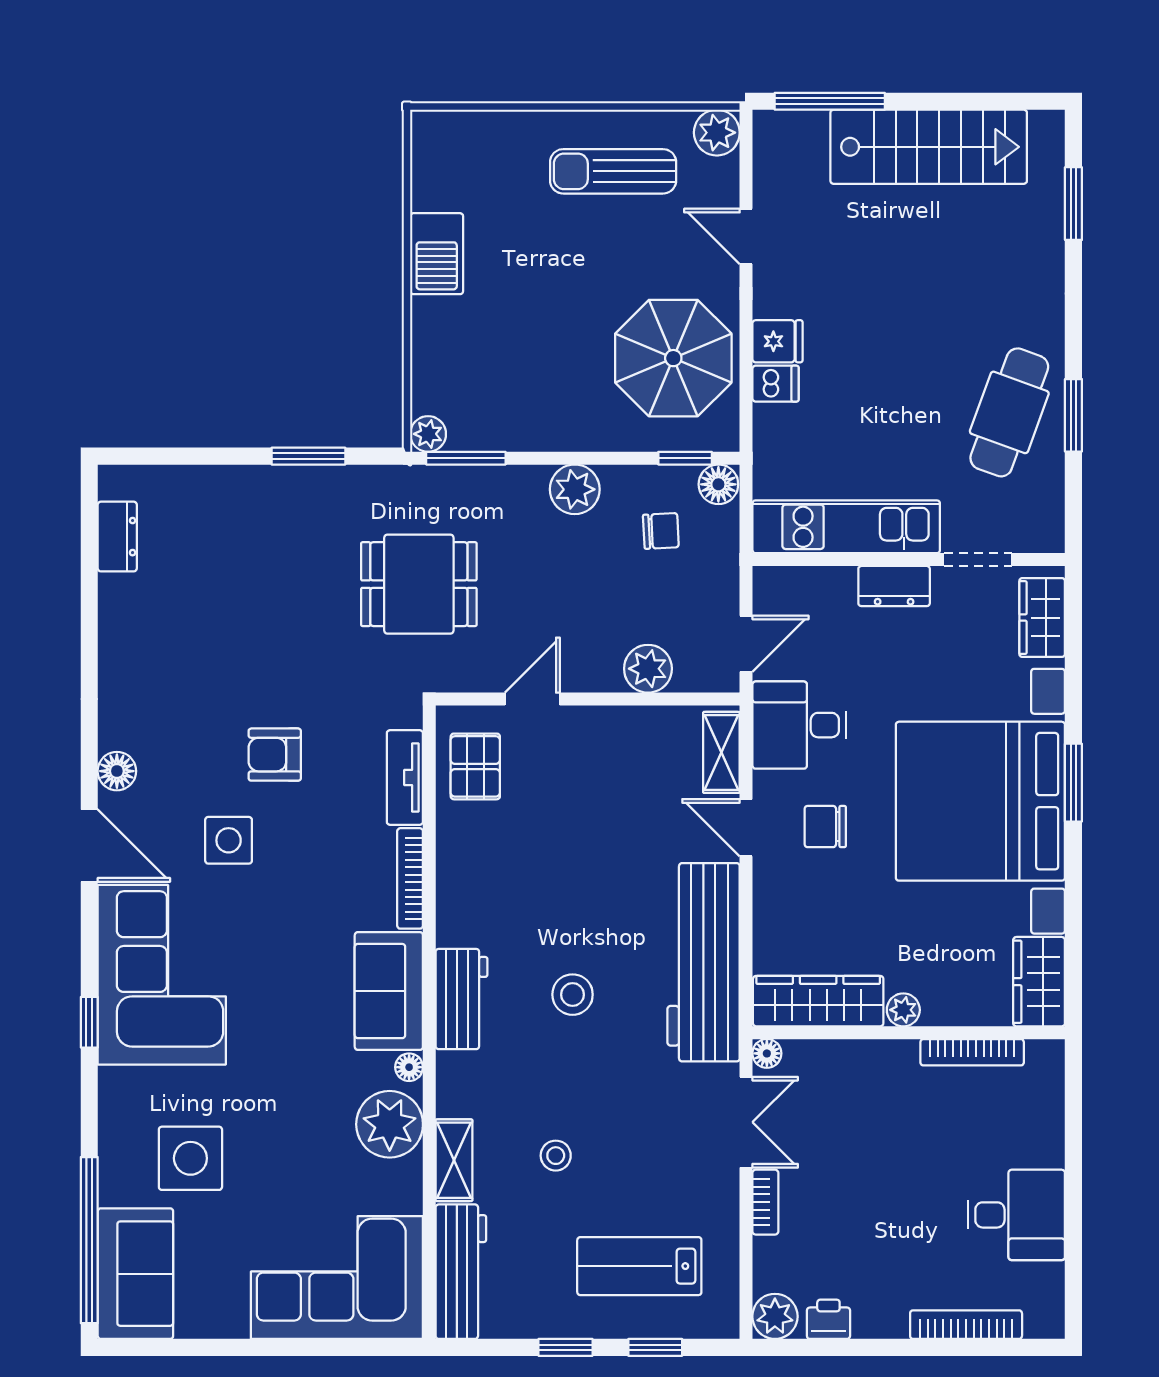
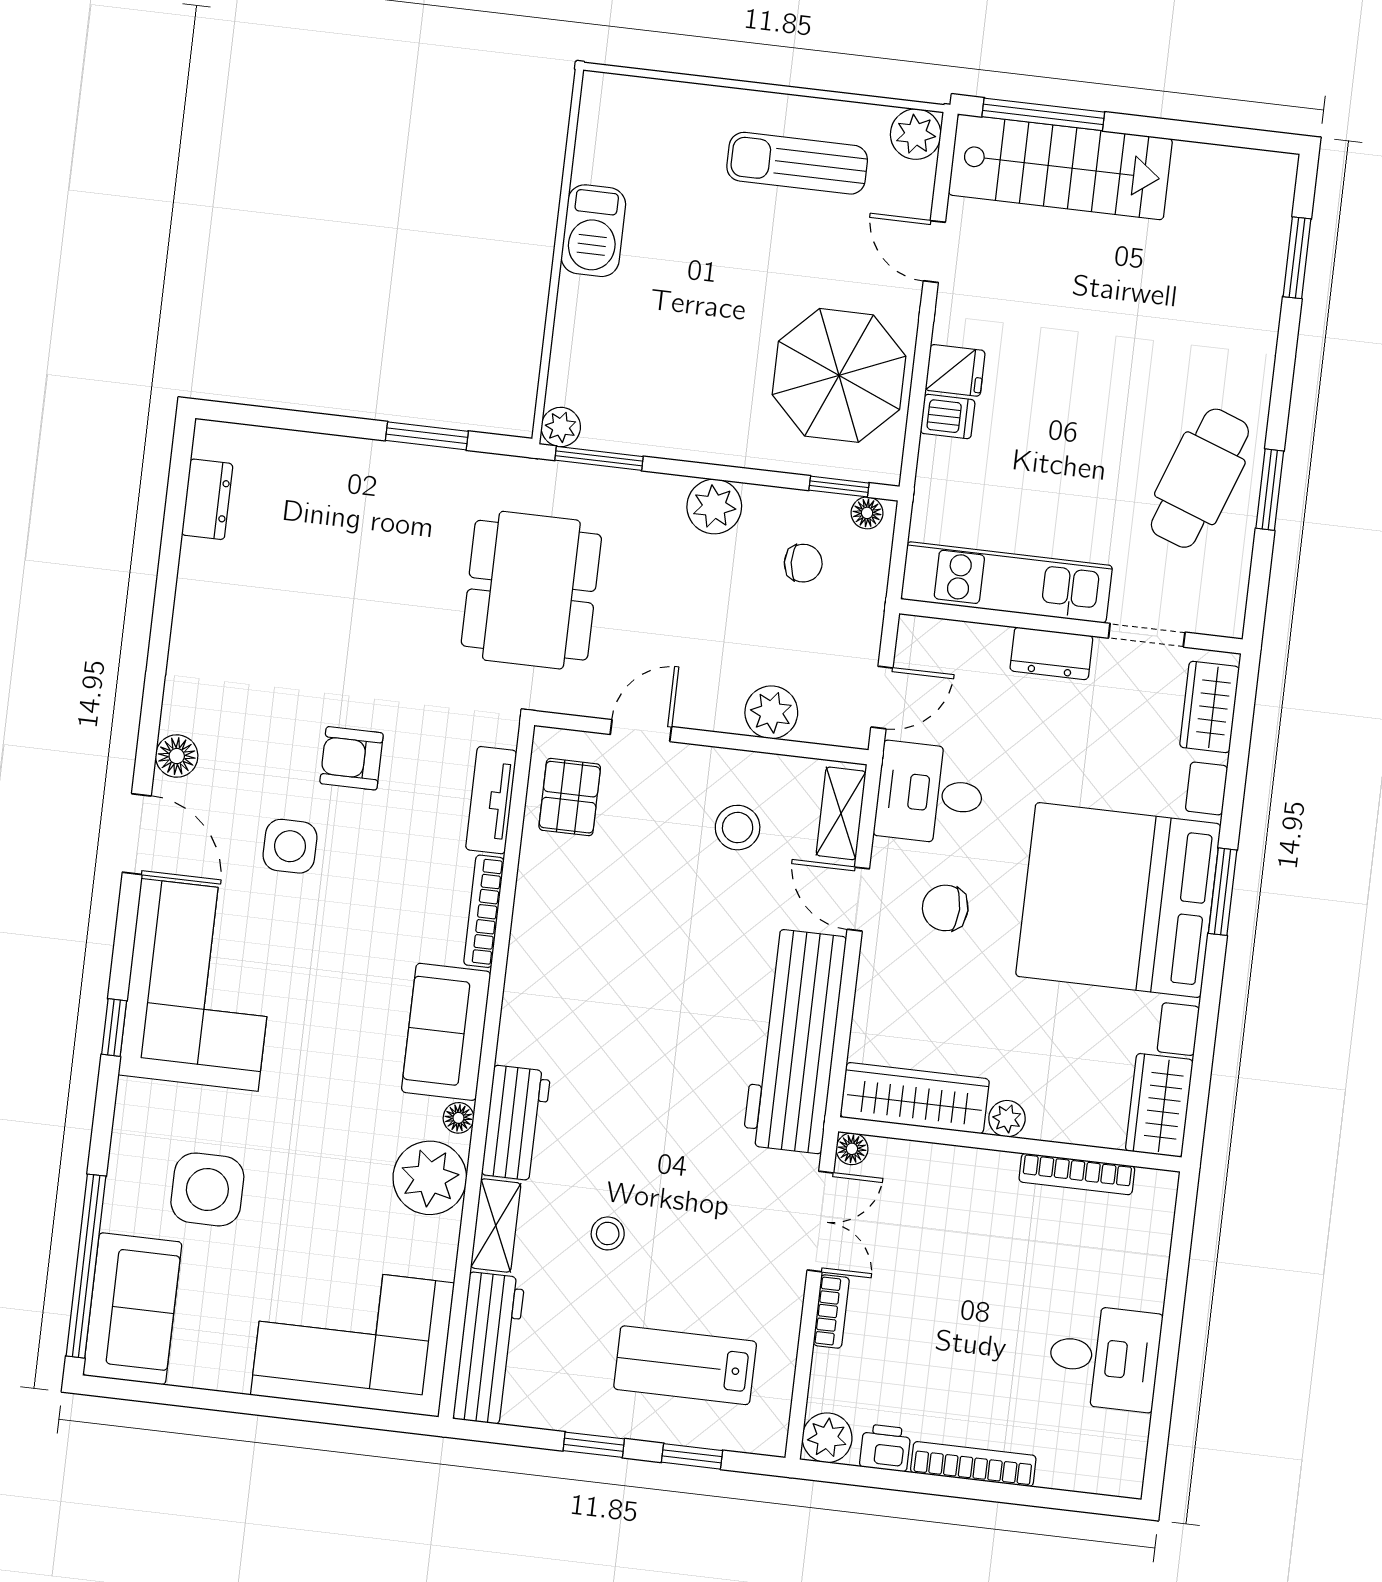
stairs: (929, 147) -> (1060, 167), moved
floor lamp: (718, 484) -> (867, 513), width x0.73, depth x0.73
dining table: (419, 584) -> (531, 590), width x1.38
stool: (573, 995) -> (738, 828), moved
workbench: (462, 999) -> (516, 1123), moved
bookcase: (966, 1325) -> (973, 1464), moved

